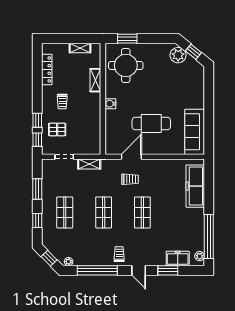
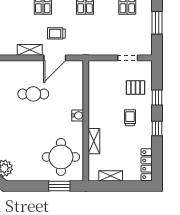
locker: (47, 69) -> (147, 165), moved
cafe table: (151, 123) -> (33, 94), width x0.73, depth x0.74
window: (37, 140) -> (157, 129), moved
shelving: (89, 164) -> (30, 50), moved

